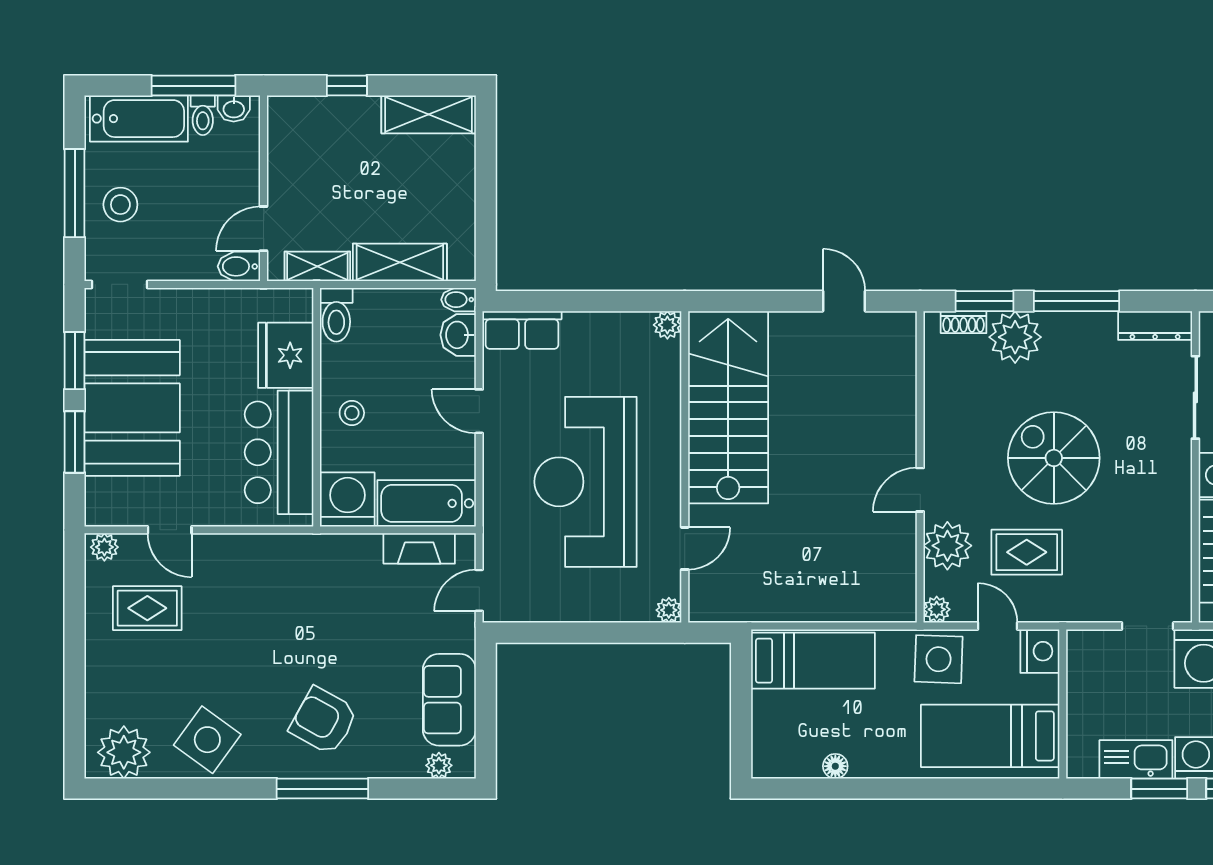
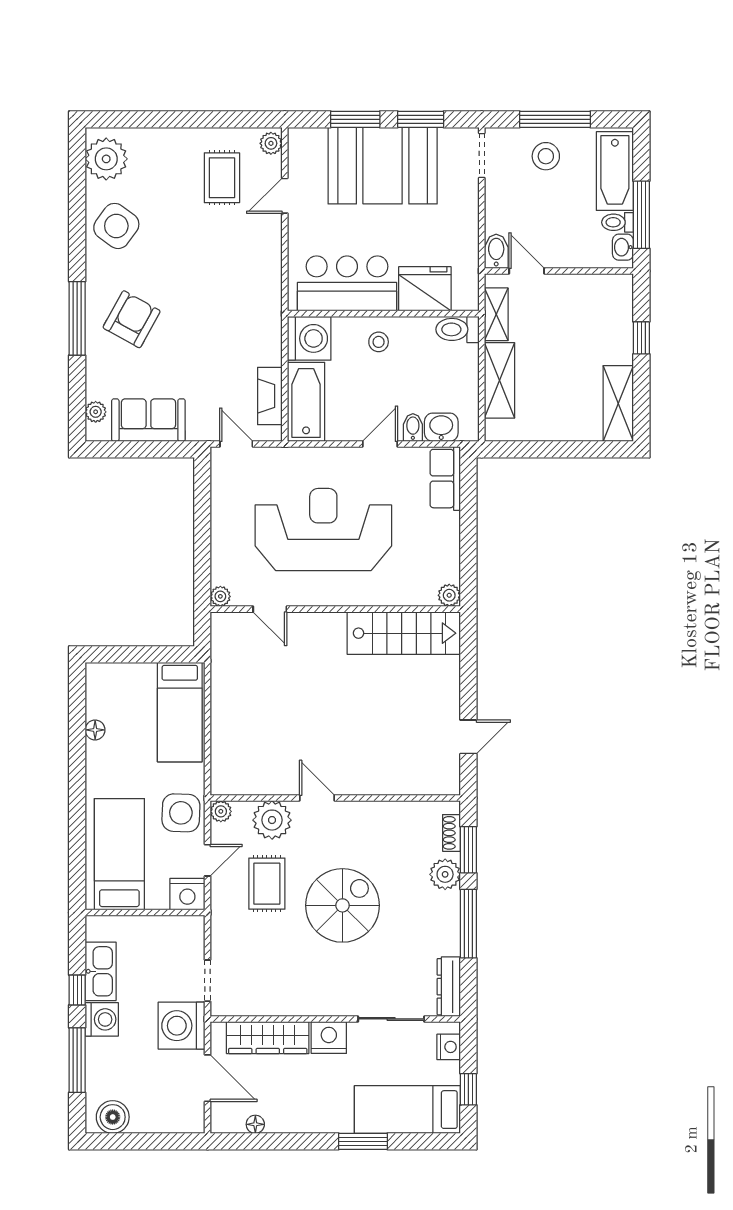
bidet: (458, 300) -> (413, 428), moved
plant: (1015, 337) -> (445, 874), width x0.73, depth x0.73
stairs: (728, 407) -> (404, 633), width x0.73, depth x0.66
window: (1159, 789) -> (77, 990), width x0.67

